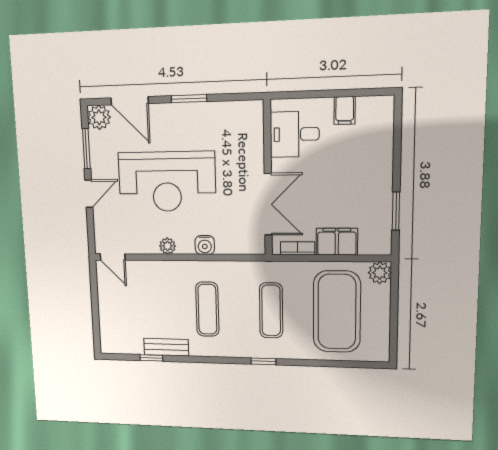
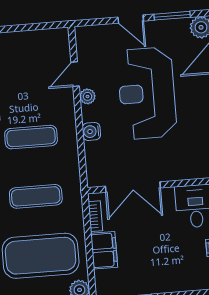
door: (113, 257) -> (75, 74), moved

